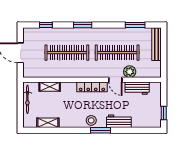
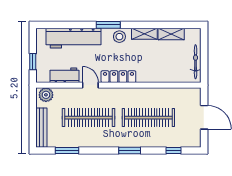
plant: (130, 72) -> (46, 95), moved
shelving: (50, 87) -> (144, 34), moved
window: (164, 113) -> (33, 62), moved
workbench: (119, 121) -> (74, 38), width x1.88, depth x1.32

